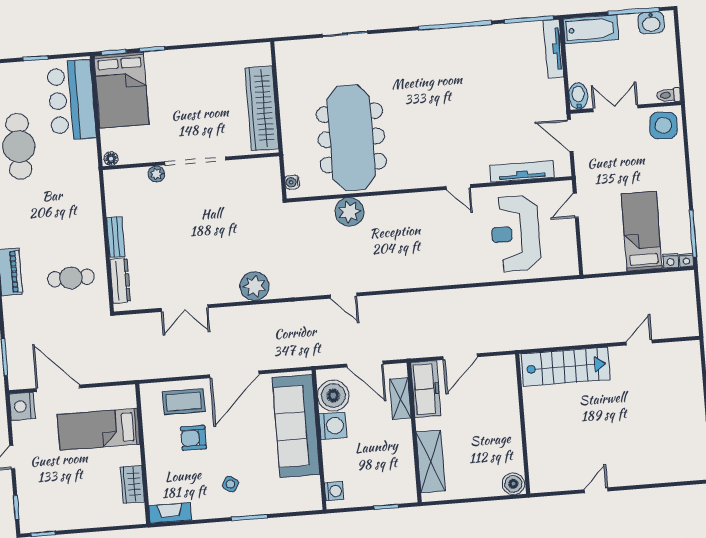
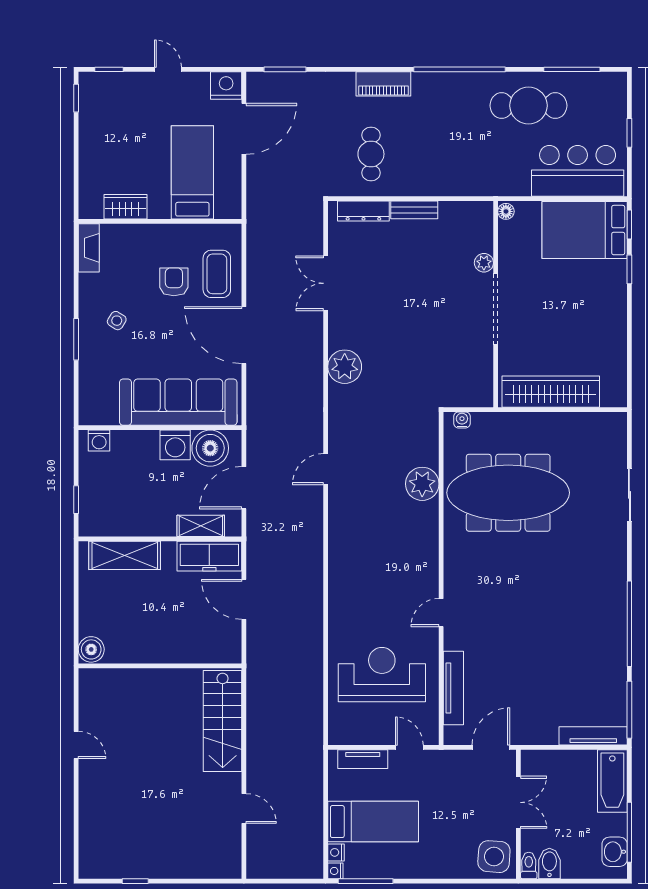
bidet: (578, 96) -> (549, 864), moved, turned -90
tv unit: (589, 244) -> (363, 759), added

